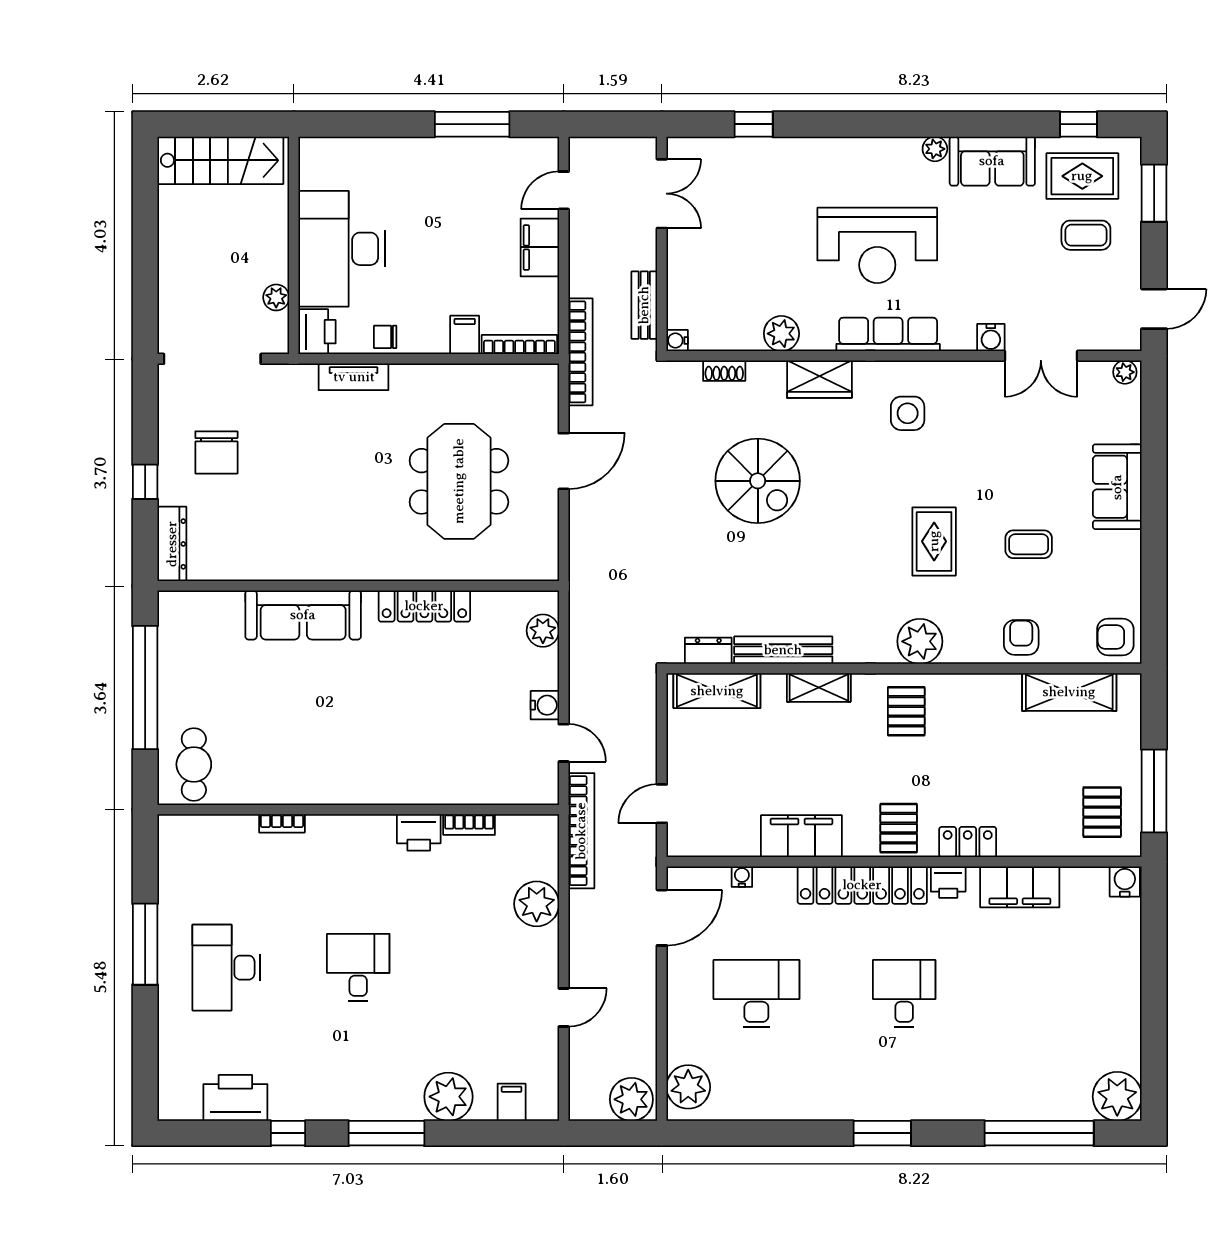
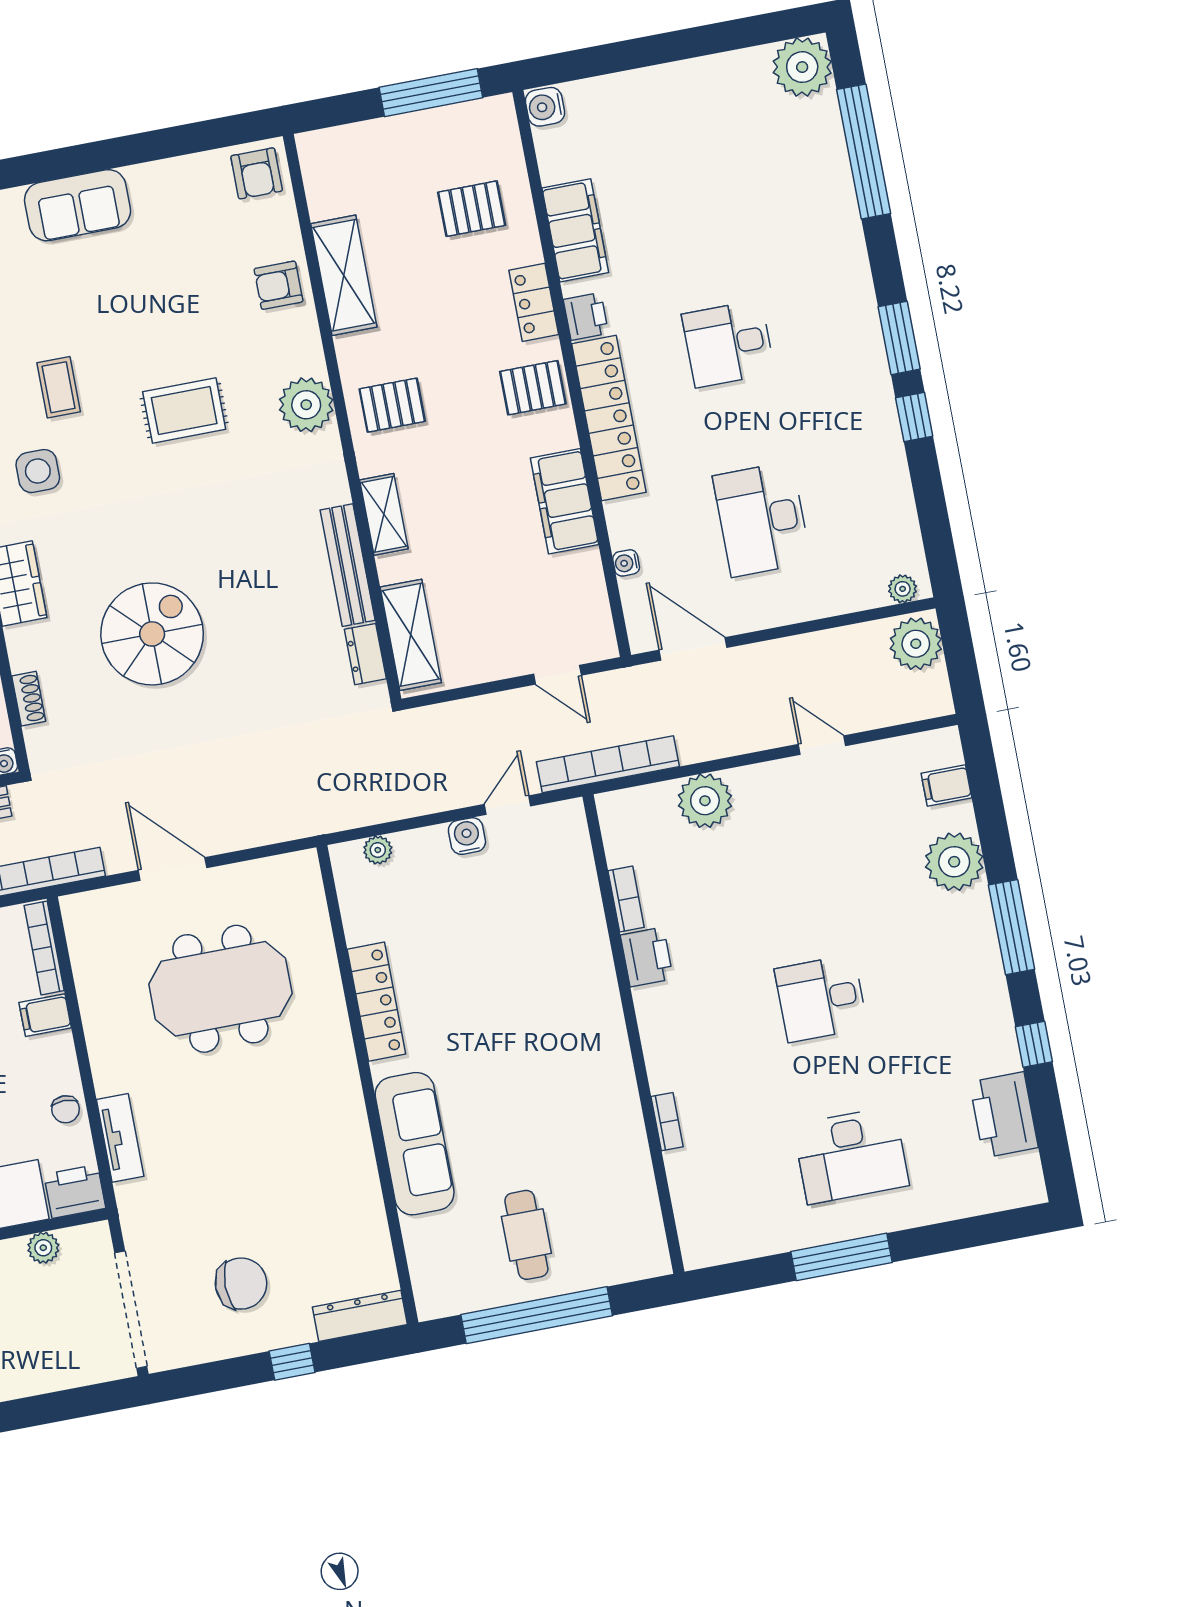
coffee table: (1029, 544) -> (59, 387), moved
plant: (543, 631) -> (378, 850), width x0.73, depth x0.73
shelving: (1069, 692) -> (344, 275), moved
cafe table: (194, 764) -> (526, 1235), moved, turned 90
pallet: (1102, 812) -> (472, 209), moved
plant: (688, 1087) -> (903, 589), width x0.53, depth x0.53
window: (816, 1133) -> (914, 417), added

